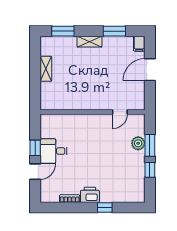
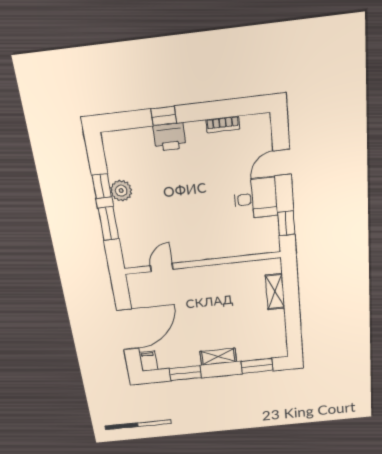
shelving: (46, 69) -> (275, 292), moved
door: (150, 70) -> (128, 329), width x1.36
plant: (138, 143) -> (121, 191), moved
window: (35, 148) -> (286, 223), moved
printer: (90, 195) -> (170, 137), moved

